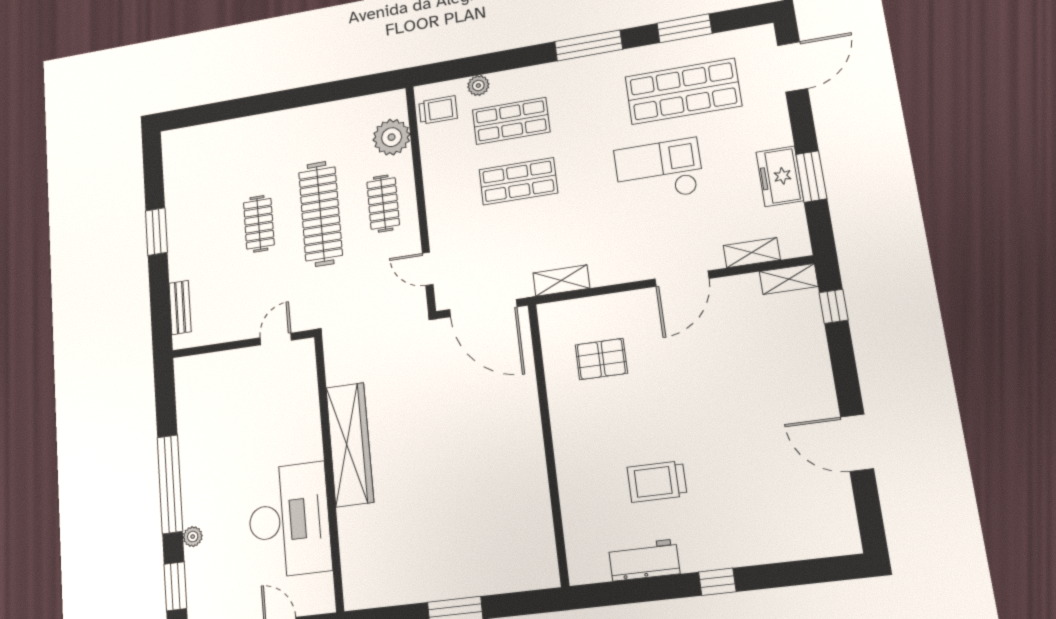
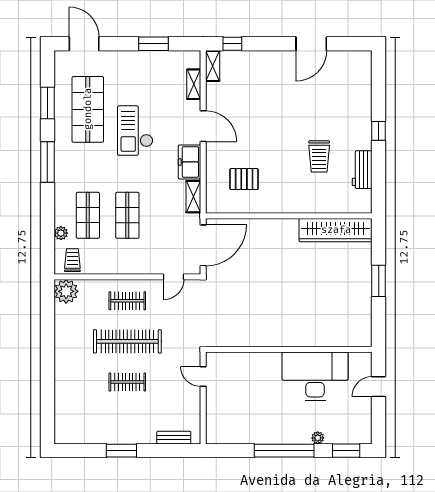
plant: (392, 137) -> (66, 291), moved
freezer: (780, 176) -> (190, 162), moved, turned 90
pallet: (601, 359) -> (244, 179), turned 90
wardrobe: (350, 444) -> (336, 230), moved, turned 180

